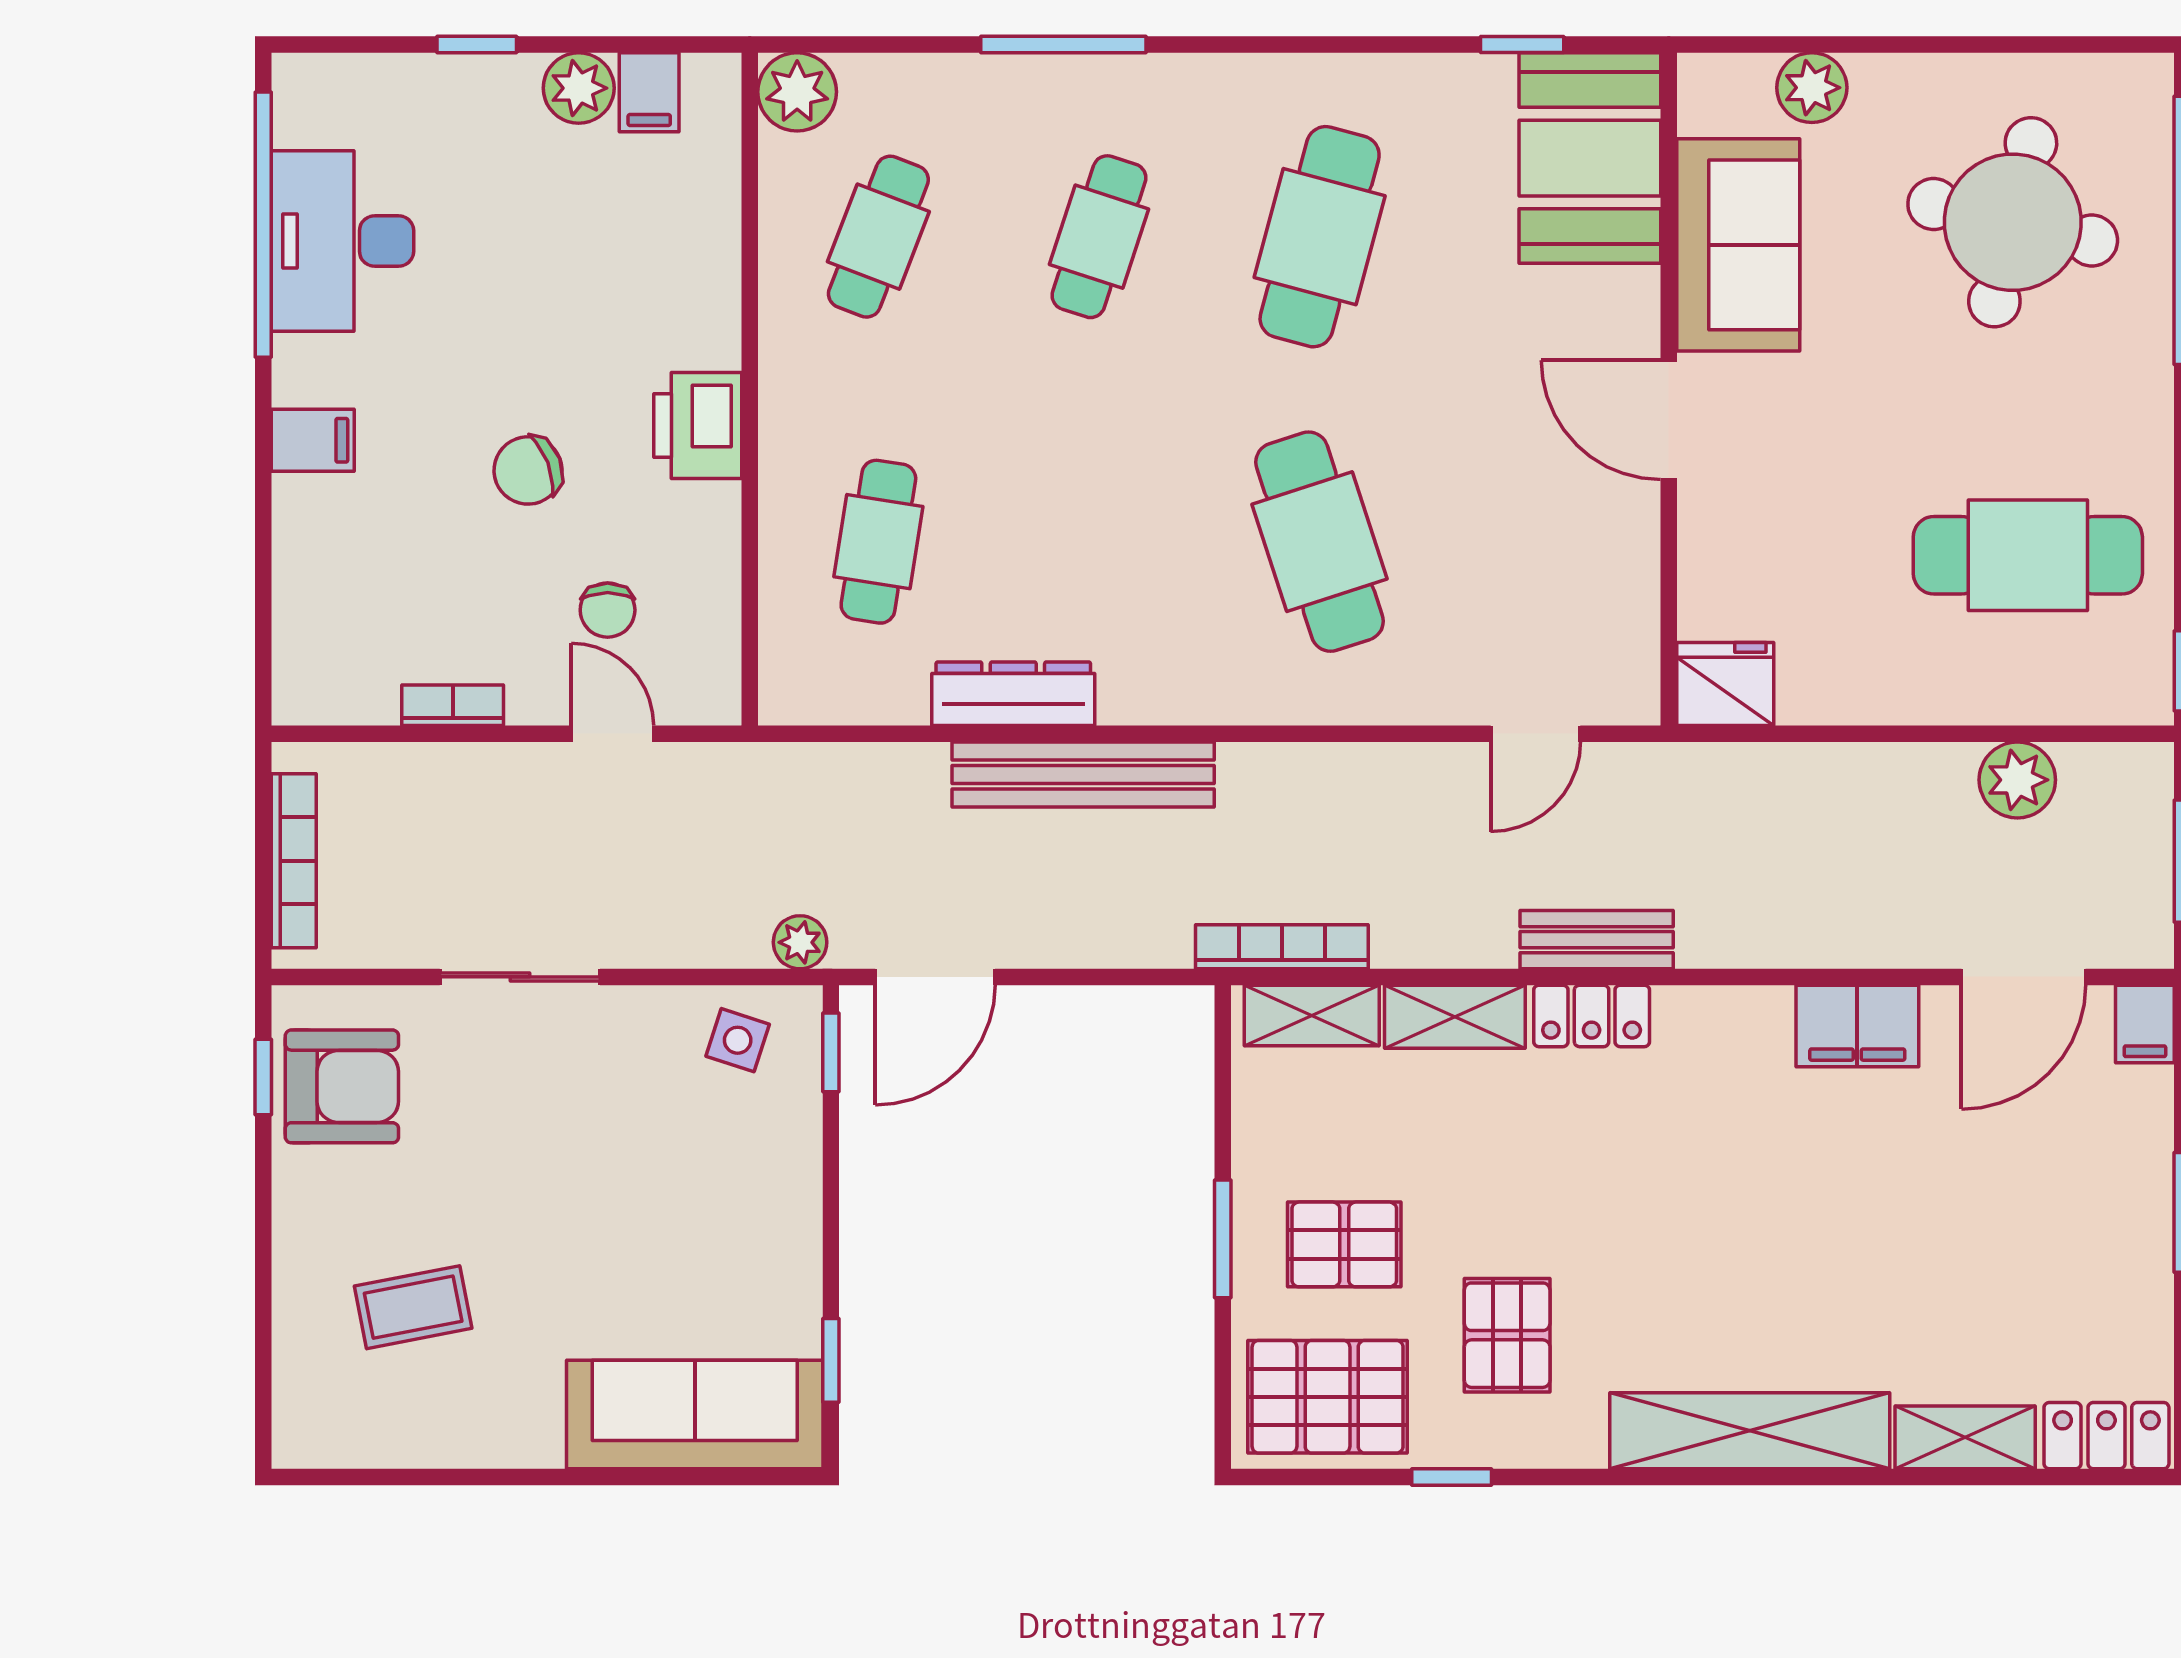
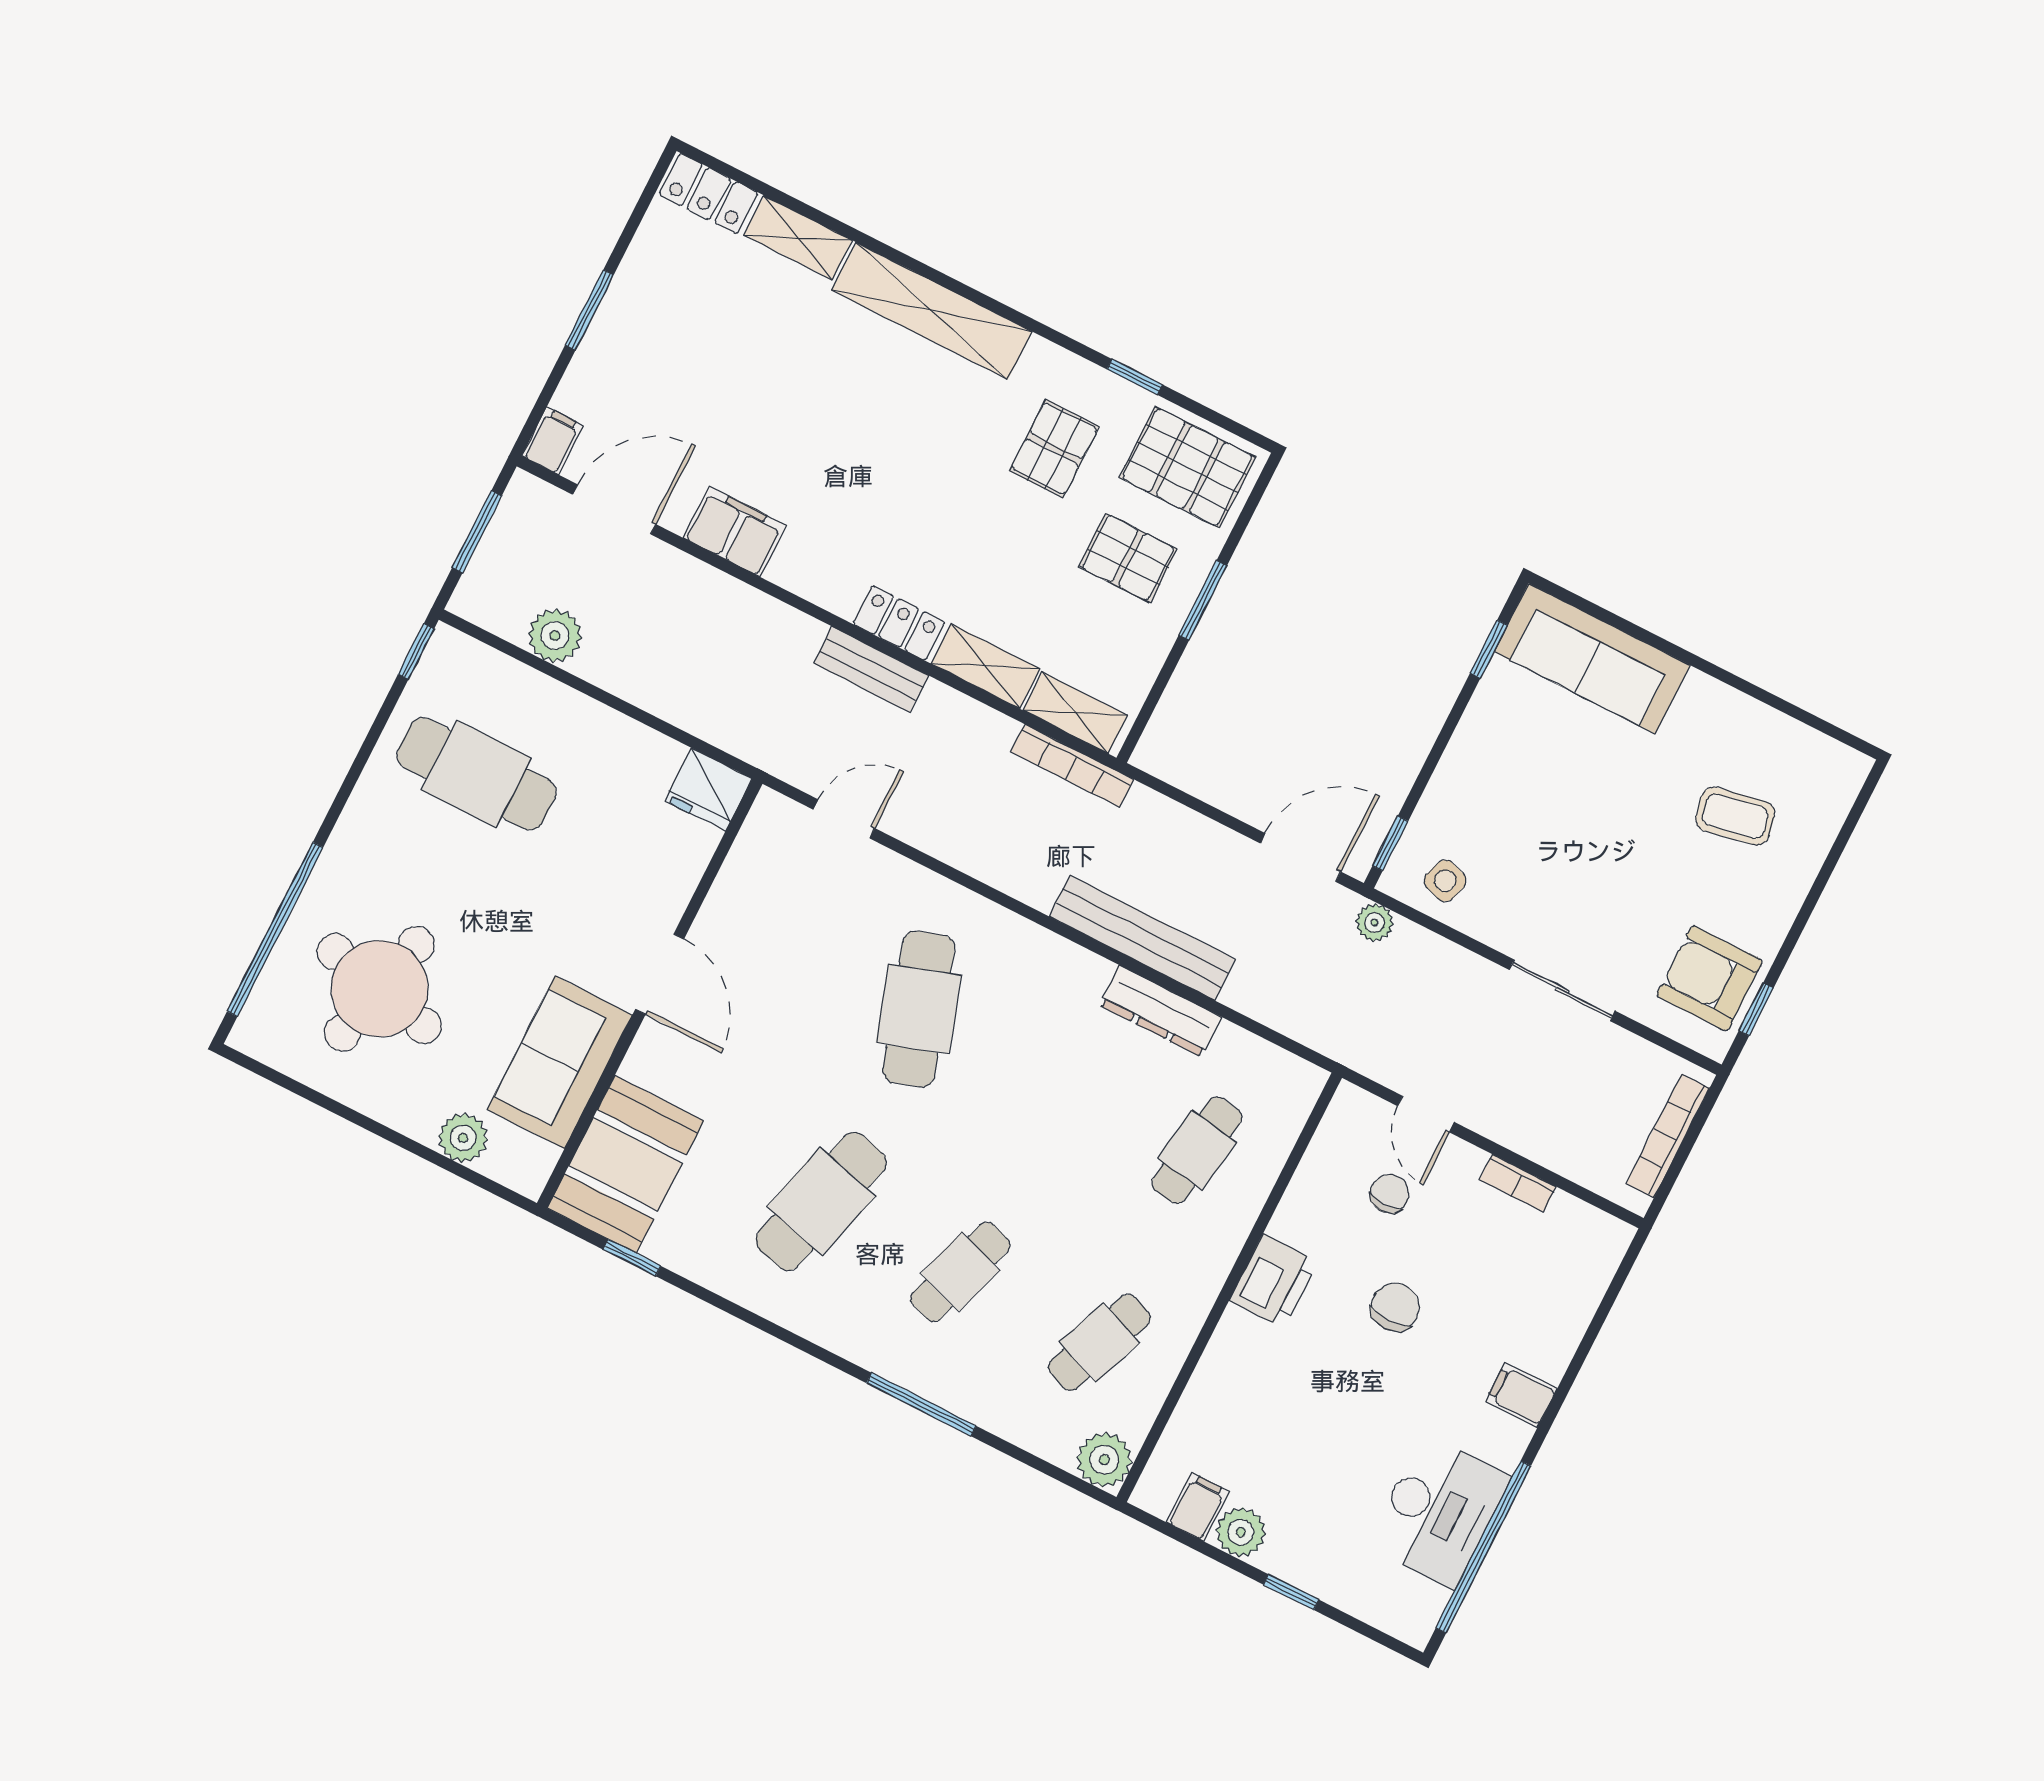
chair: (528, 470) -> (1395, 1307), turned -69

